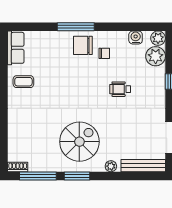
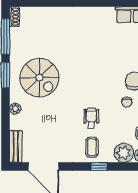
coffee table: (23, 82) -> (92, 147), moved
bench: (143, 166) -> (16, 146), width x0.73

